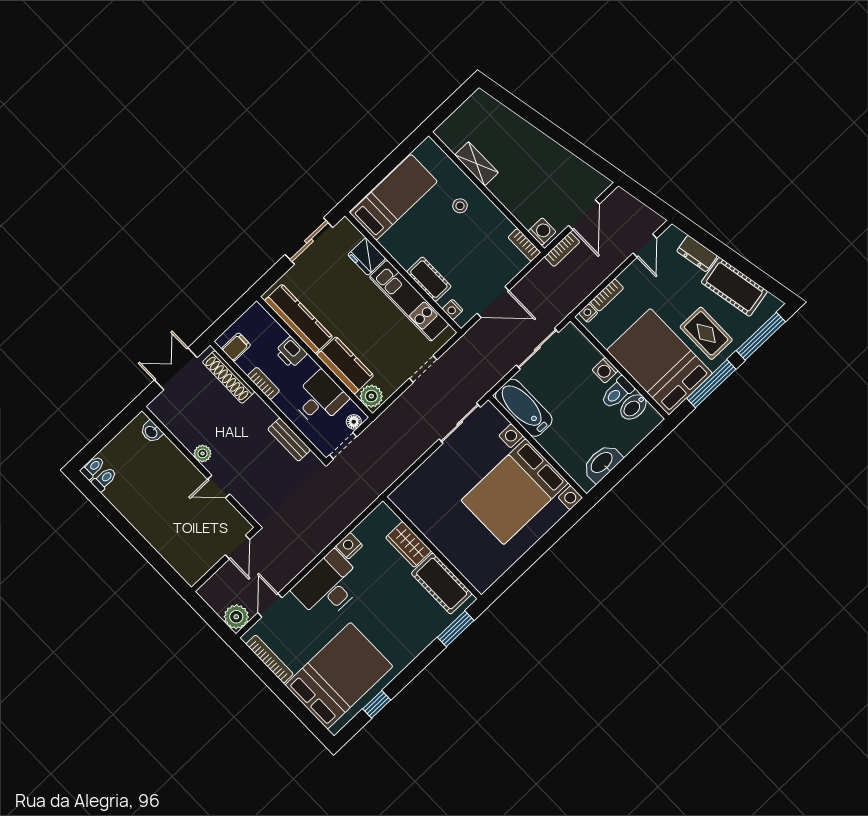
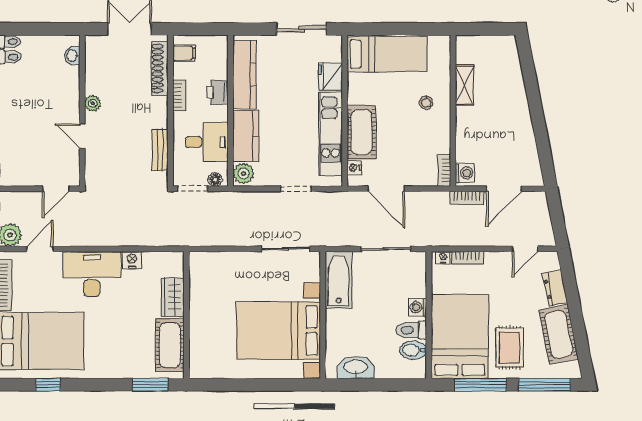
cot: (429, 279) -> (361, 132), width x1.37, depth x1.34

